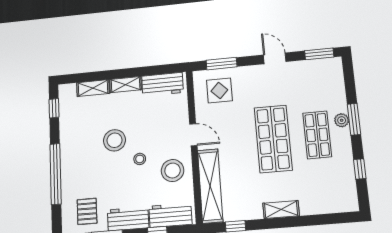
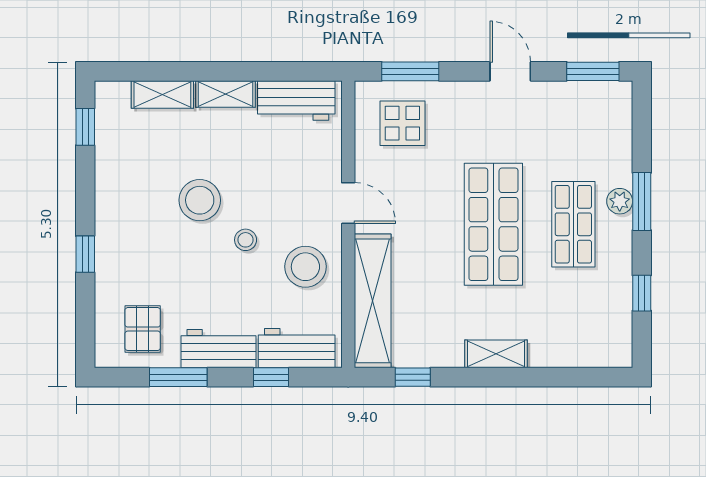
window: (56, 174) -> (85, 254), width x0.32

